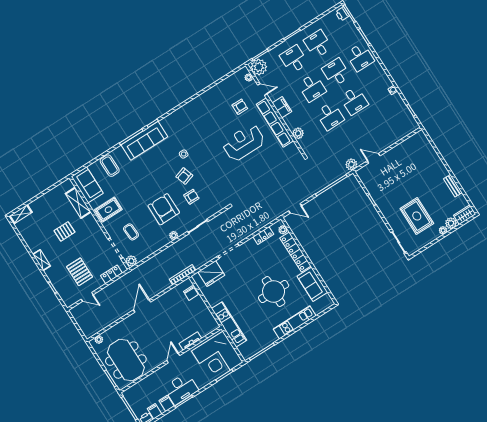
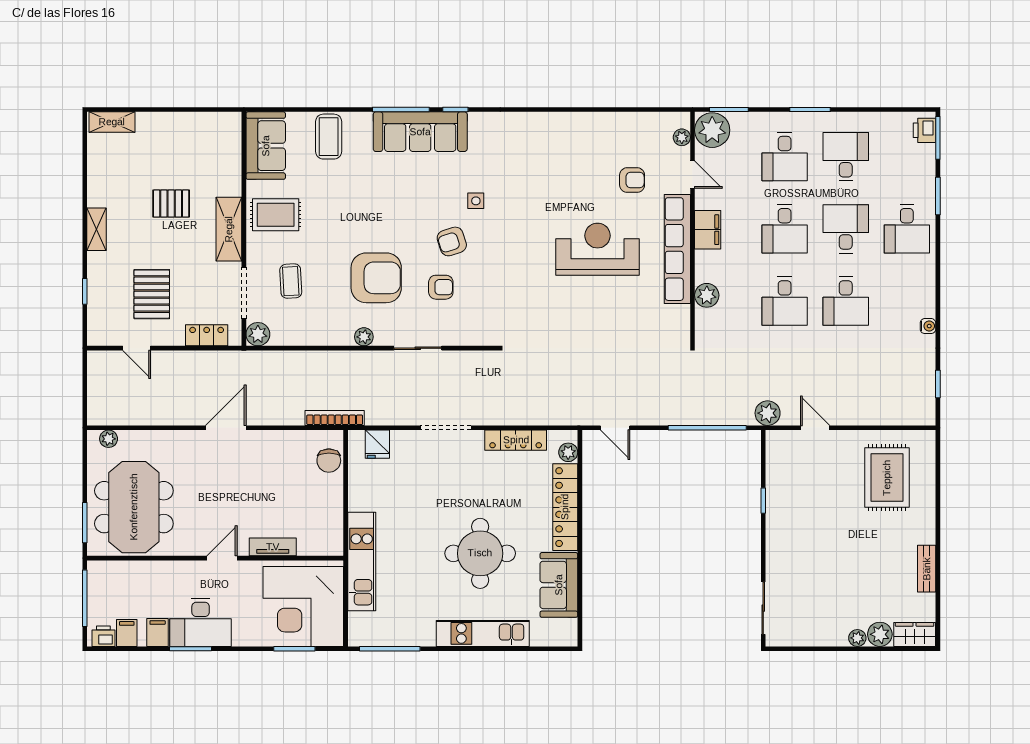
desk: (294, 59) -> (785, 157), turned 180
shelving: (78, 203) -> (229, 229), moved
armchair: (164, 209) -> (376, 278), turned 90
rug: (417, 216) -> (887, 478), moved
locker: (263, 235) -> (516, 440), width x1.53
fridge: (211, 274) -> (377, 444), width x0.53, depth x0.75

